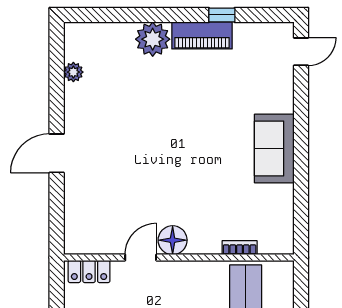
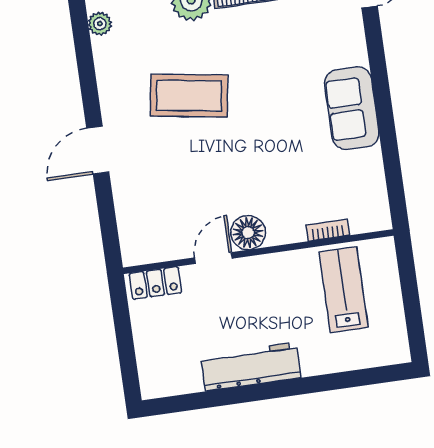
plant: (73, 72) -> (100, 24), moved
coffee table: (140, 119) -> (189, 96), added

